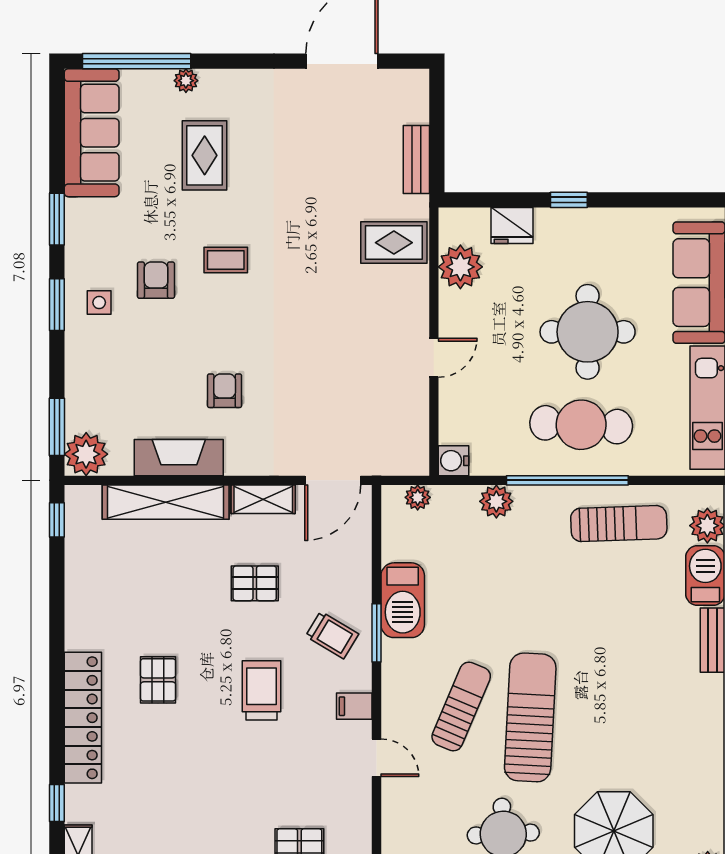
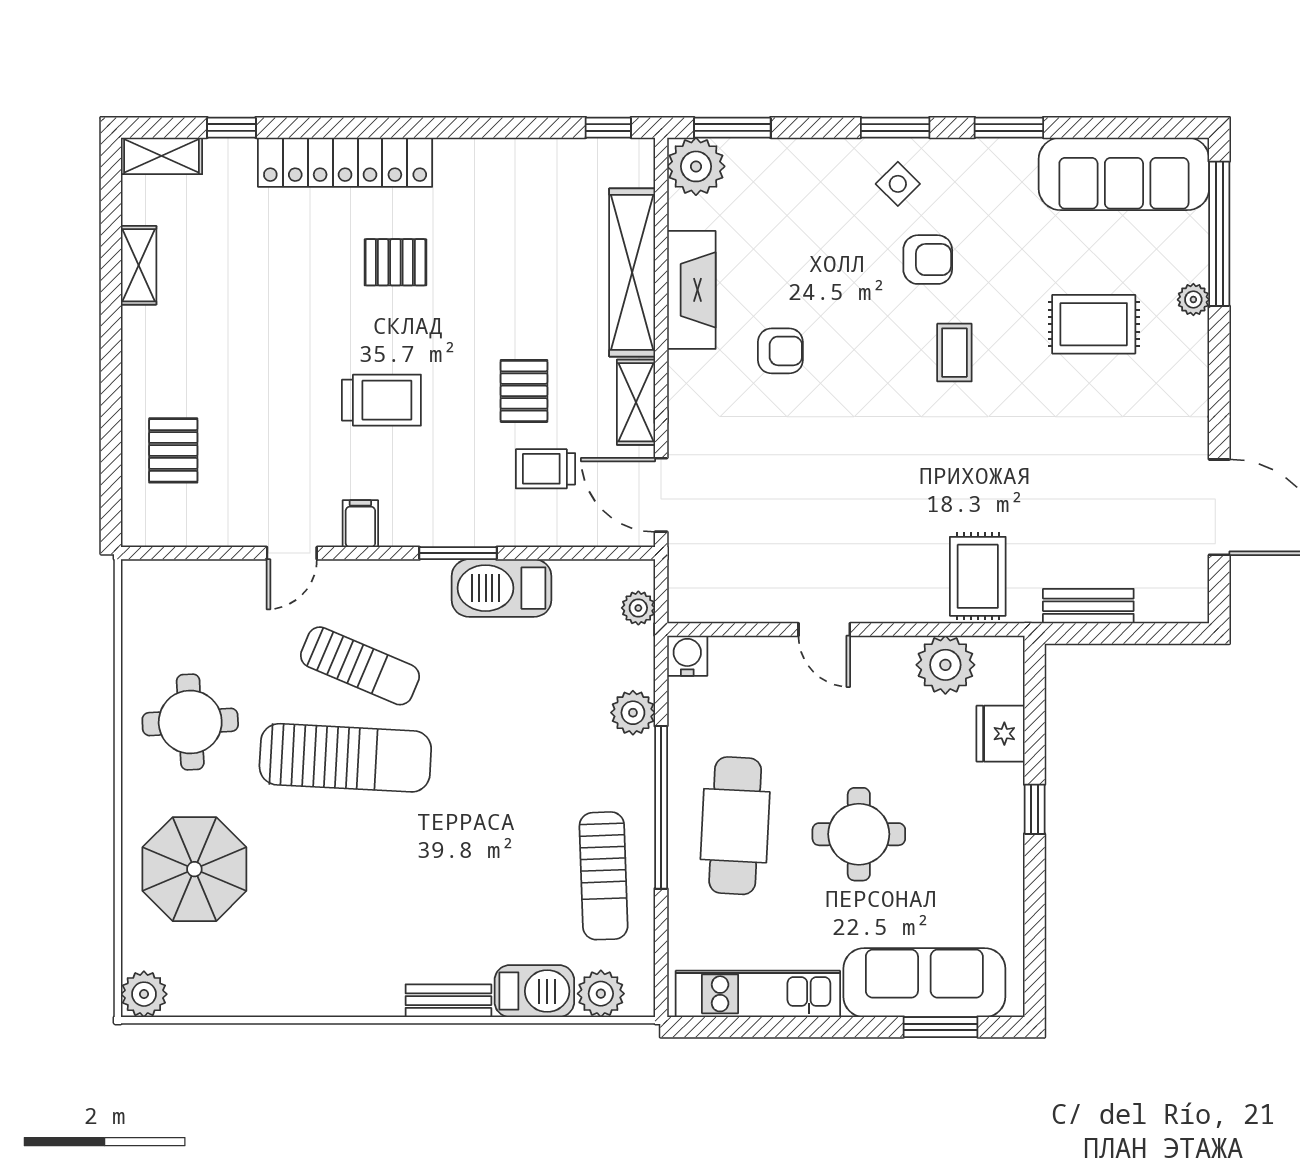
side table: (99, 303) -> (898, 184), turned 45
round table: (588, 332) -> (859, 834), width x0.73, depth x0.73
trolley: (332, 635) -> (545, 469), moved, turned 59

